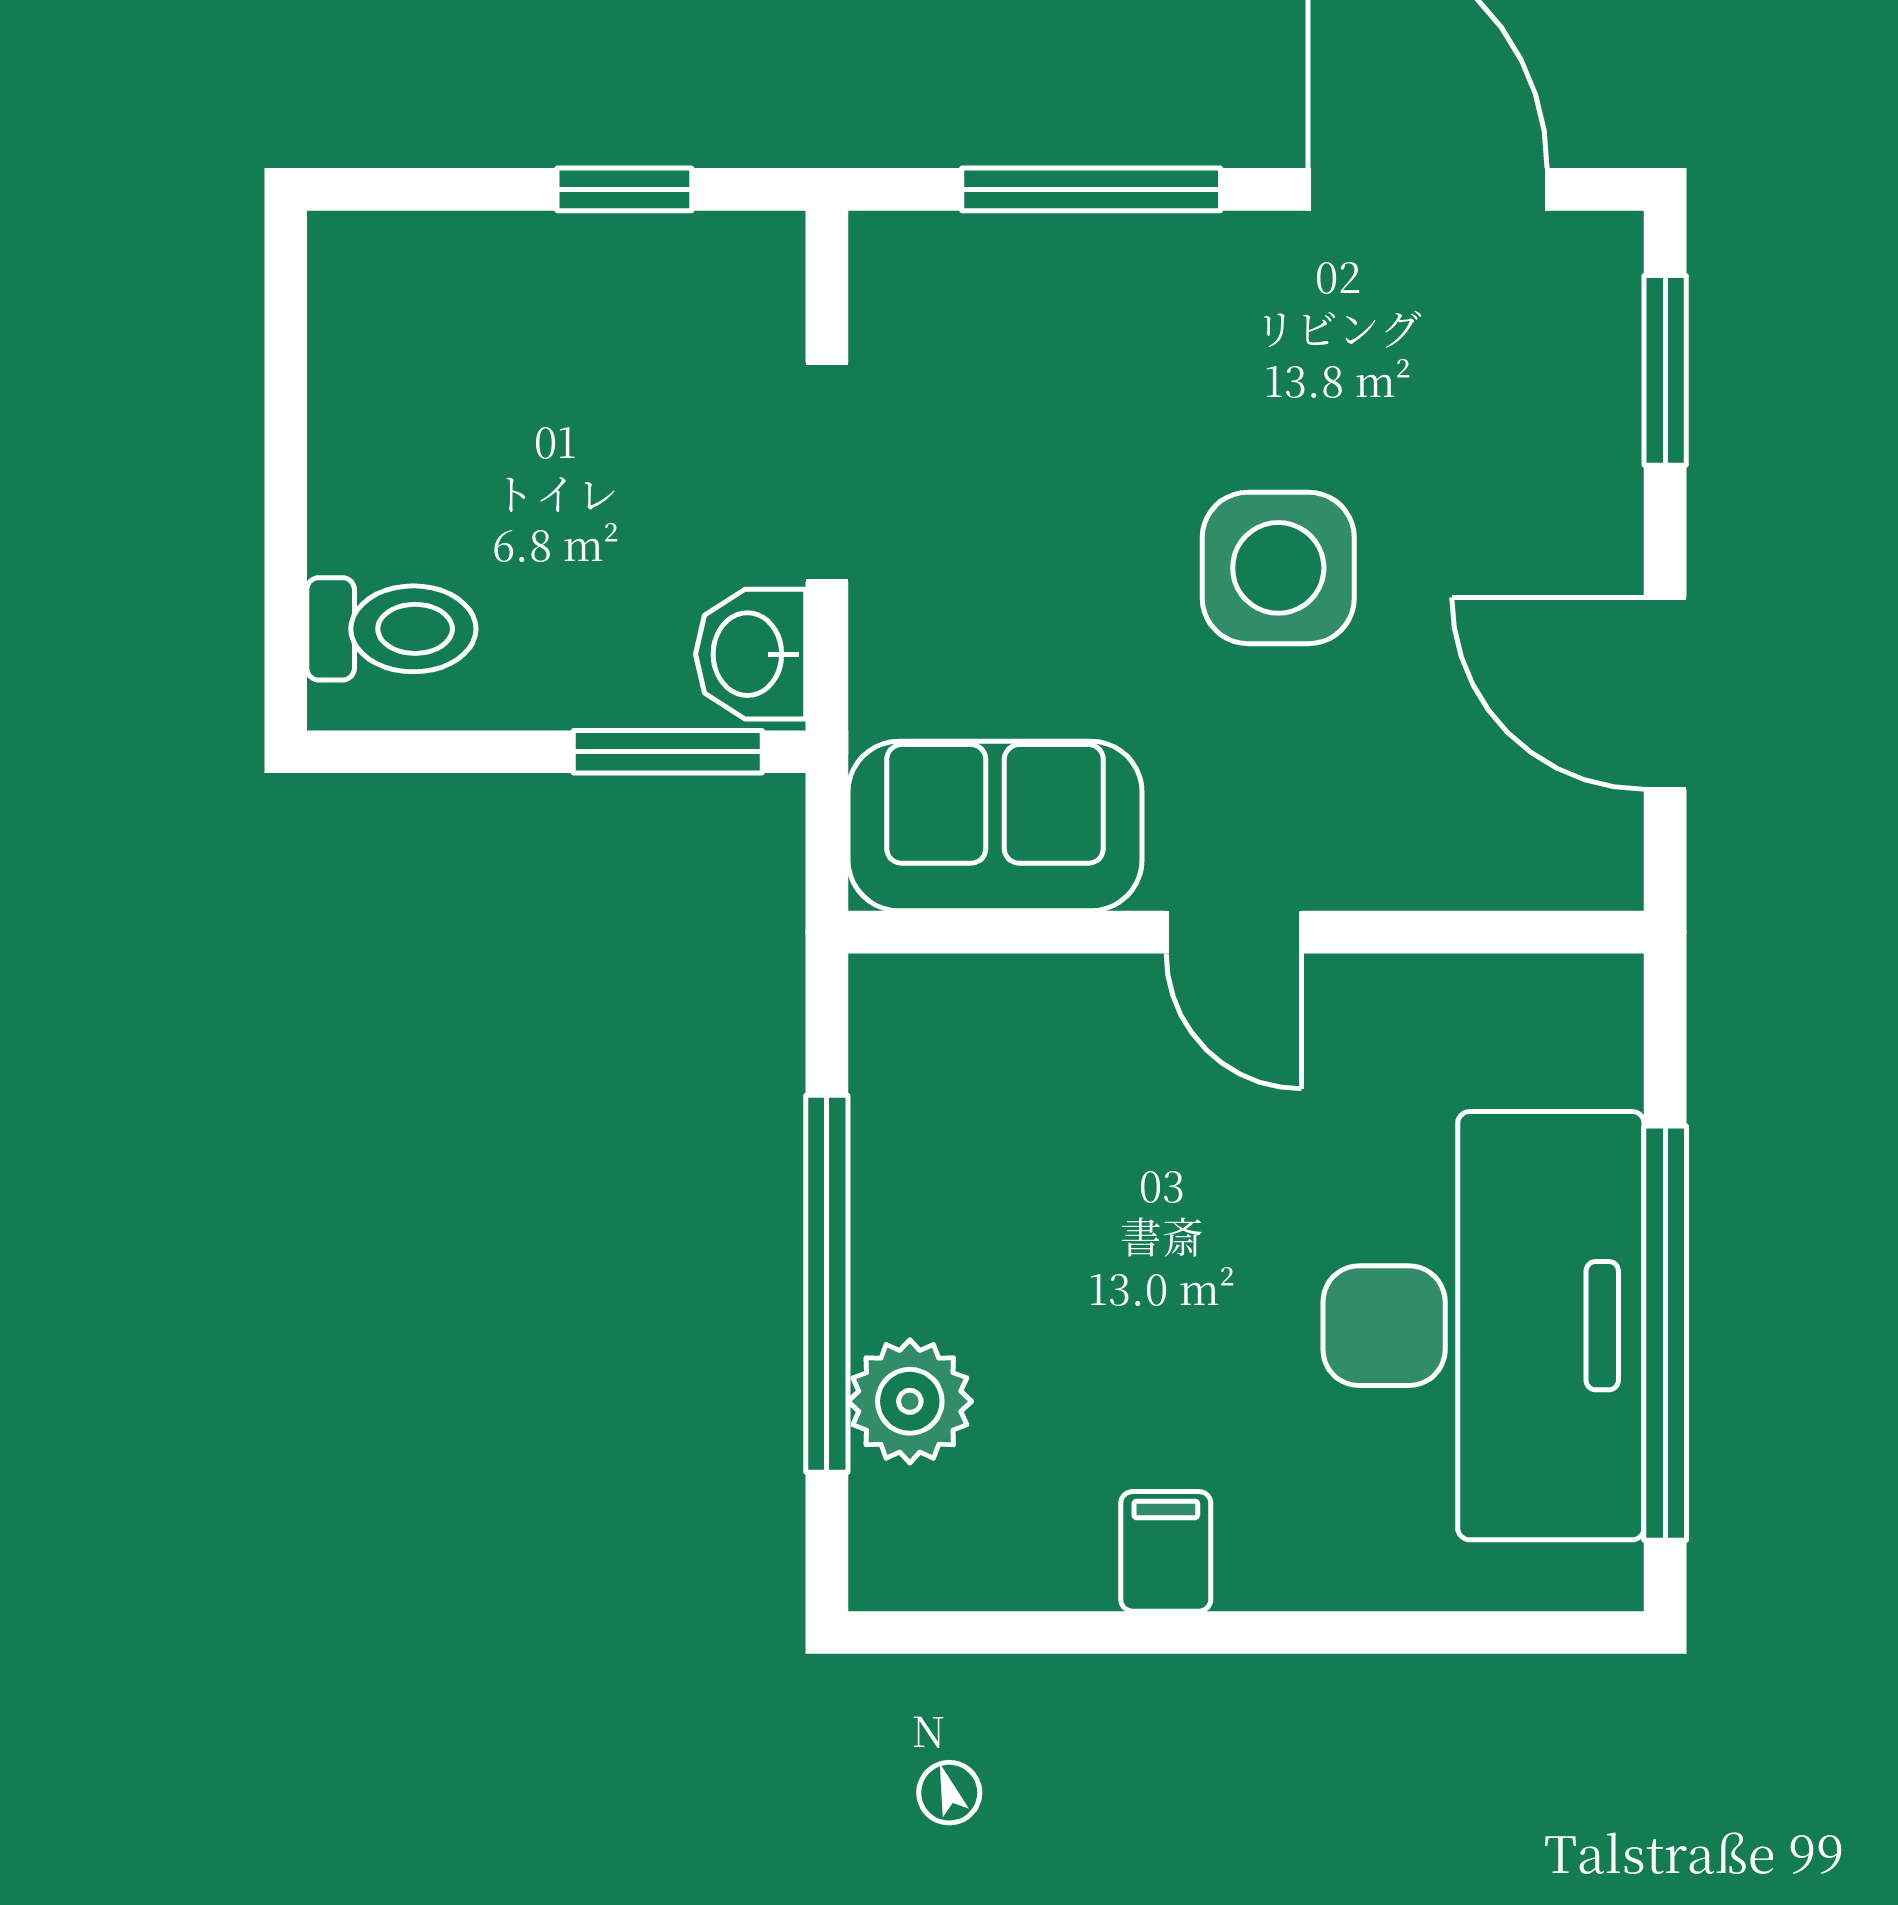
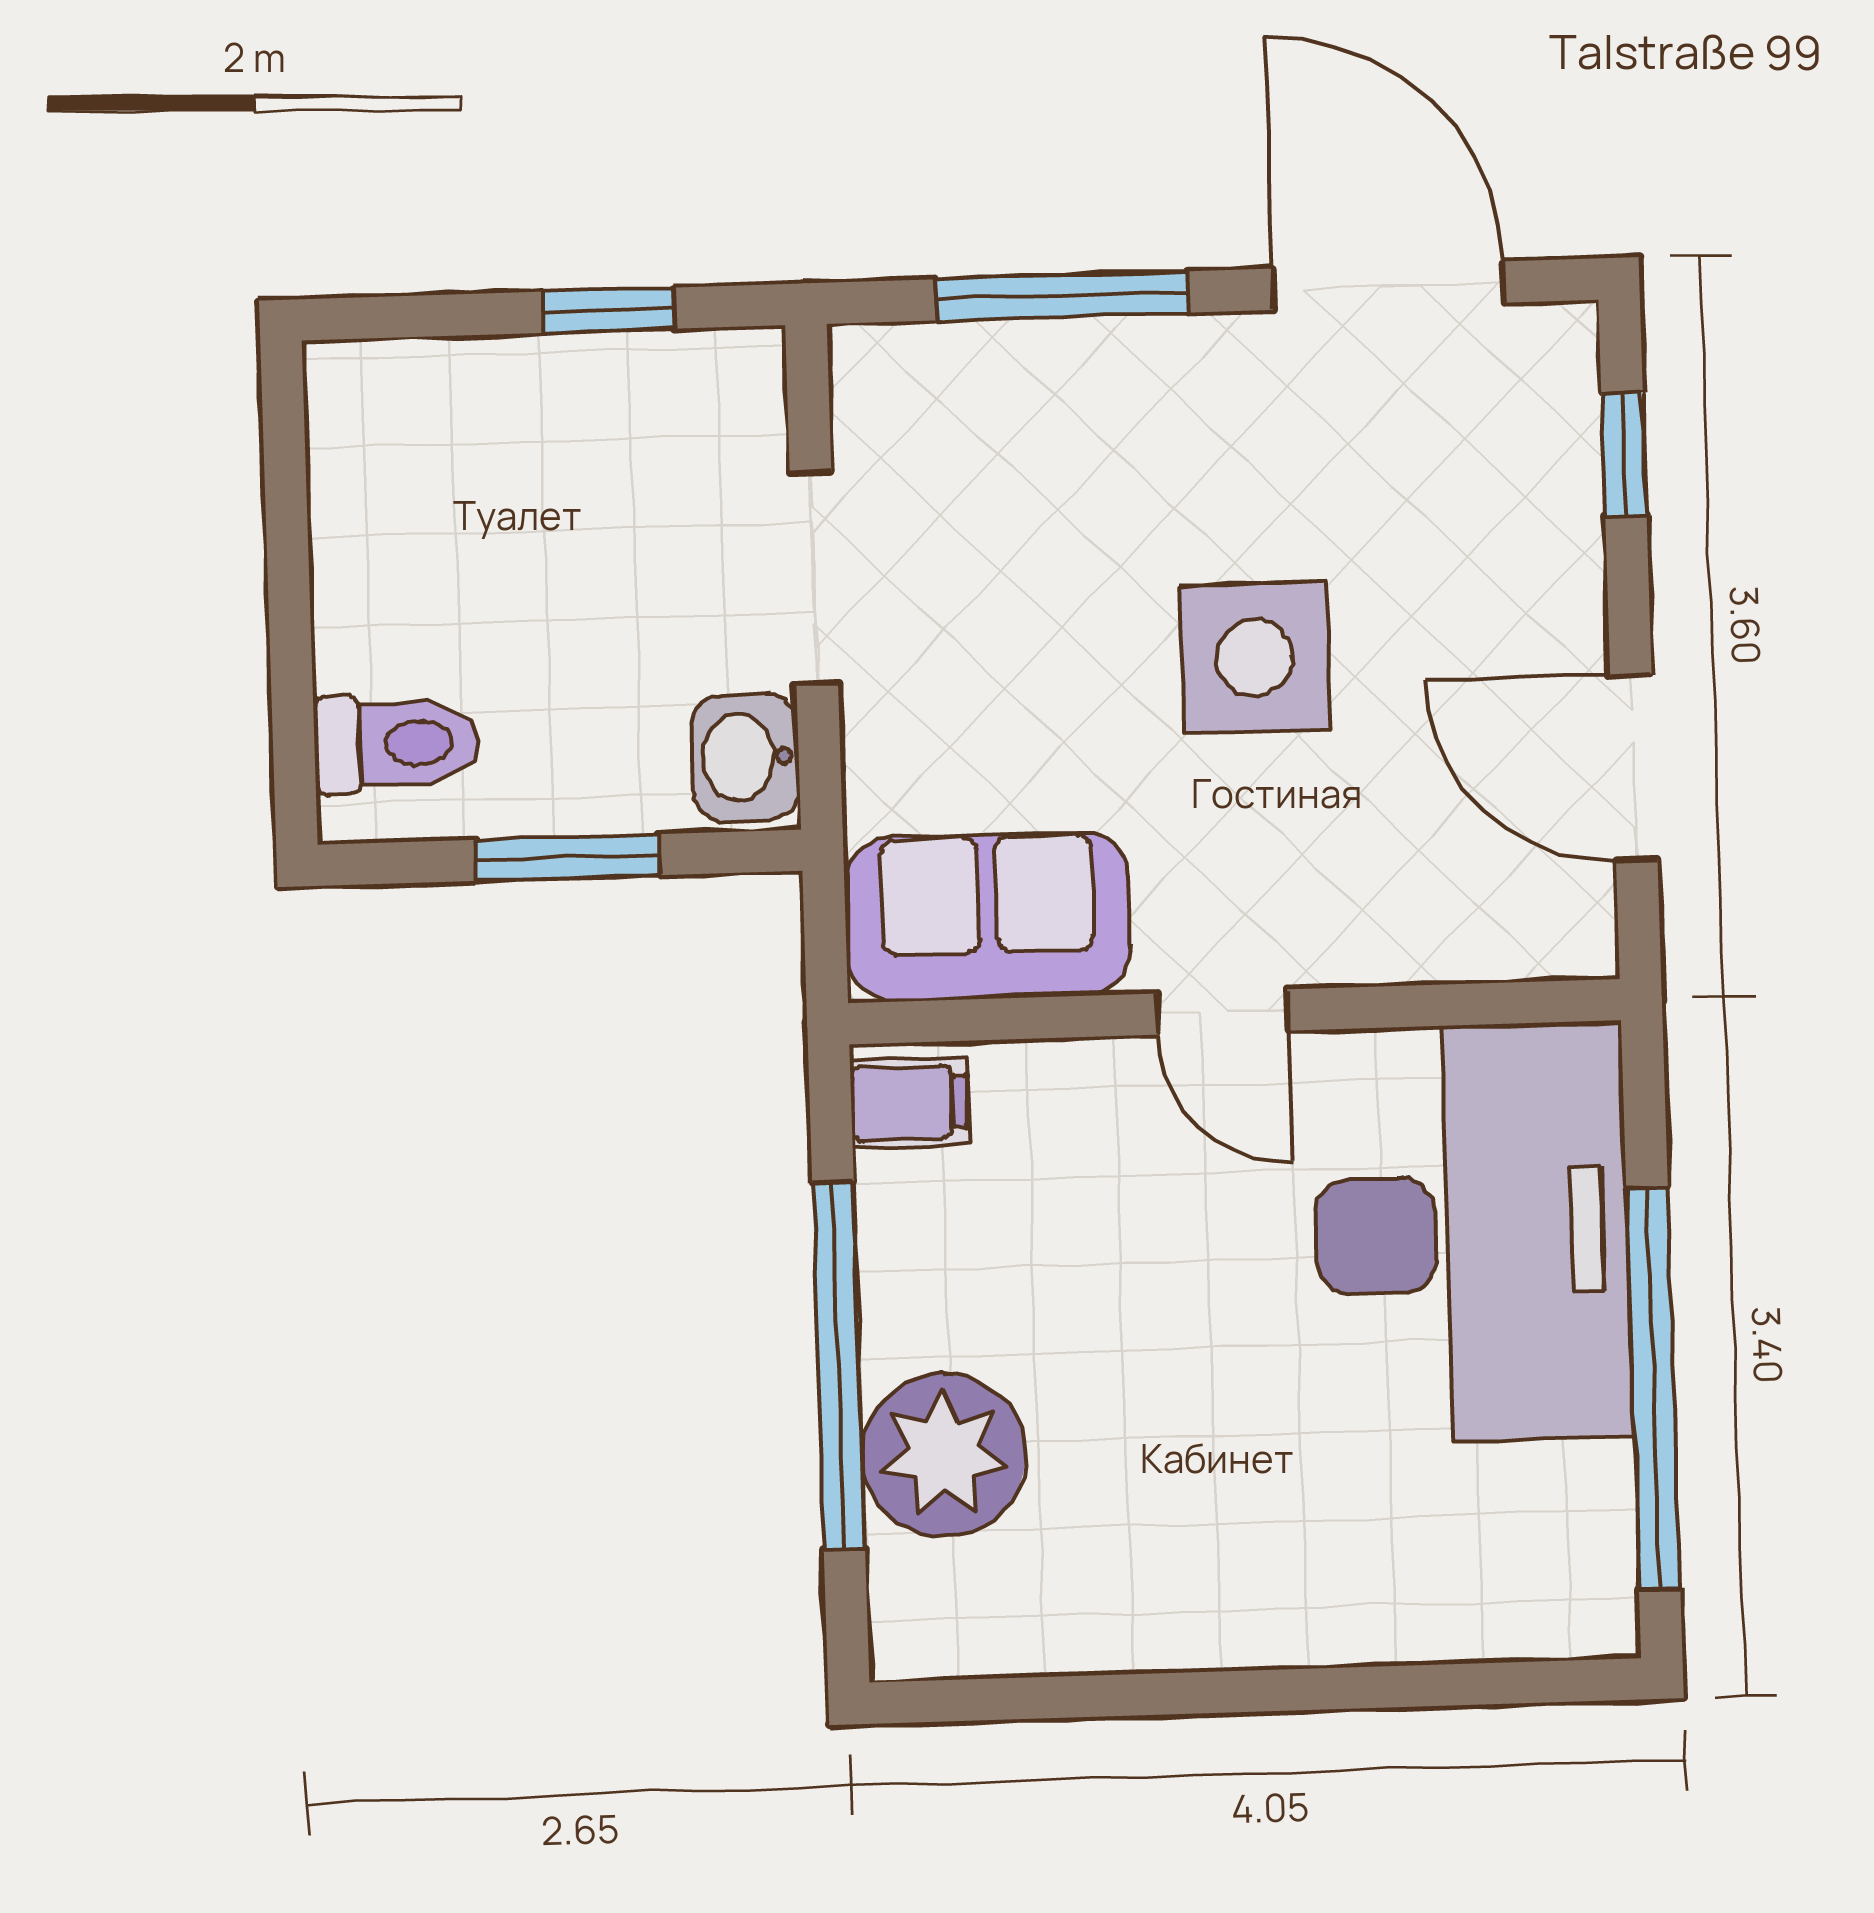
window: (1665, 370) -> (1624, 454), width x0.67
window: (668, 752) -> (568, 857), moved
desk: (1484, 1326) -> (1472, 1233), moved
plant: (910, 1401) -> (944, 1455), width x1.36, depth x1.36
filing cabinet: (1166, 1551) -> (909, 1103), moved, turned 90

